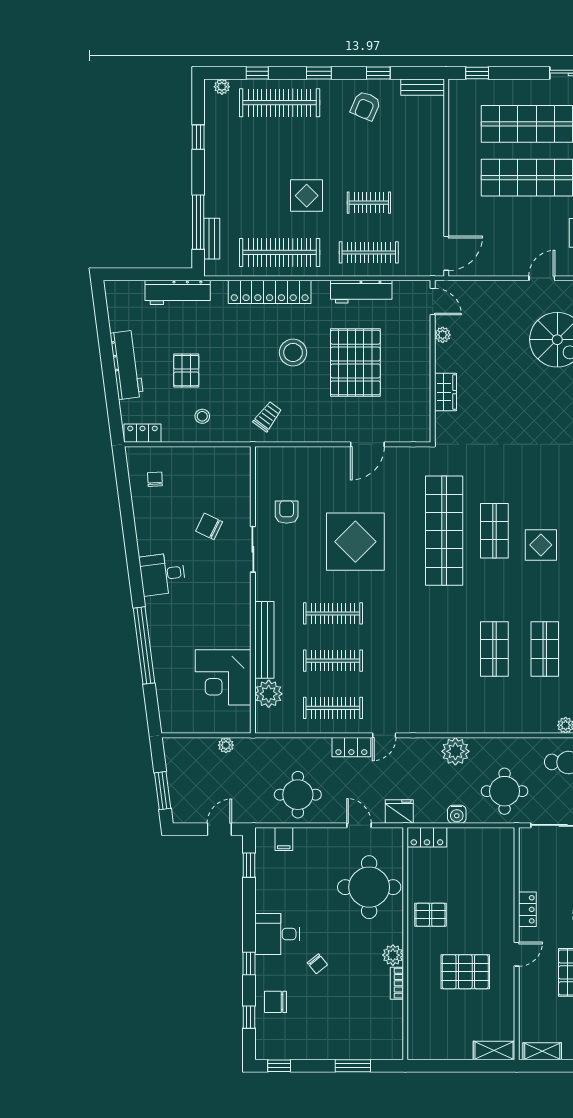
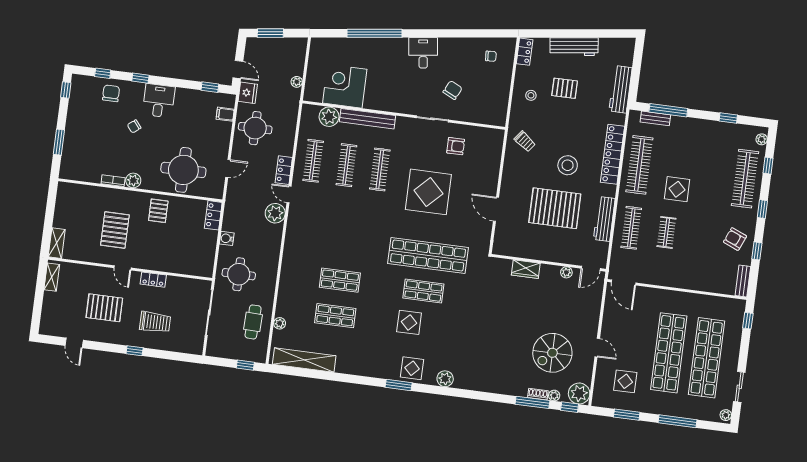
plant: (455, 751) -> (275, 213), moved
fridge: (399, 811) -> (248, 93), moved

